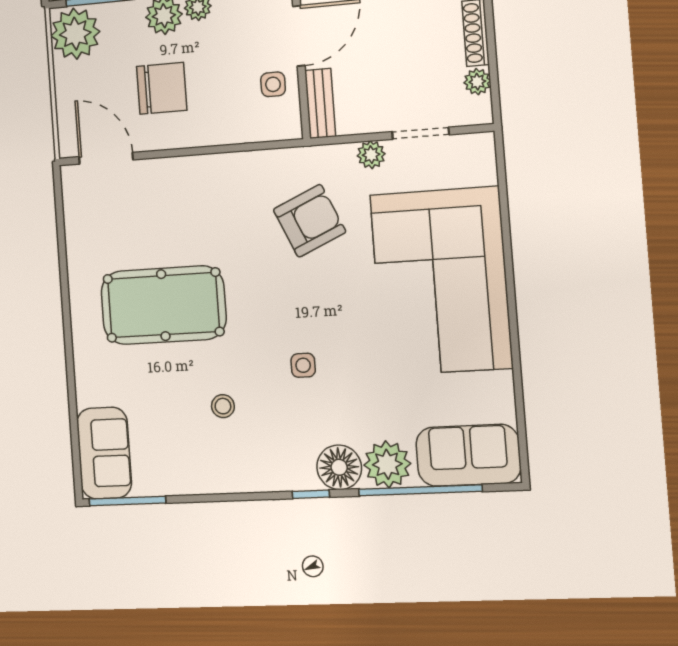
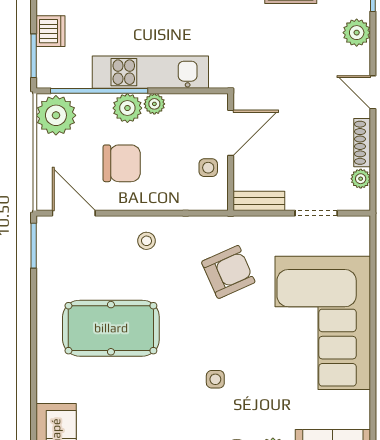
bench: (320, 103) -> (259, 201), moved, turned 90
plant: (371, 155) -> (278, 226), removed
window: (59, 204) -> (34, 246), added
stool: (223, 406) -> (147, 241), moved

